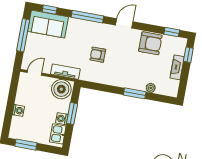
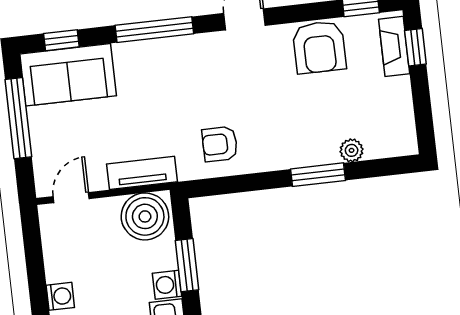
armchair: (150, 43) -> (319, 47), turned 90
armchair: (98, 55) -> (220, 144), moved
fireplace: (177, 67) -> (394, 46), moved

